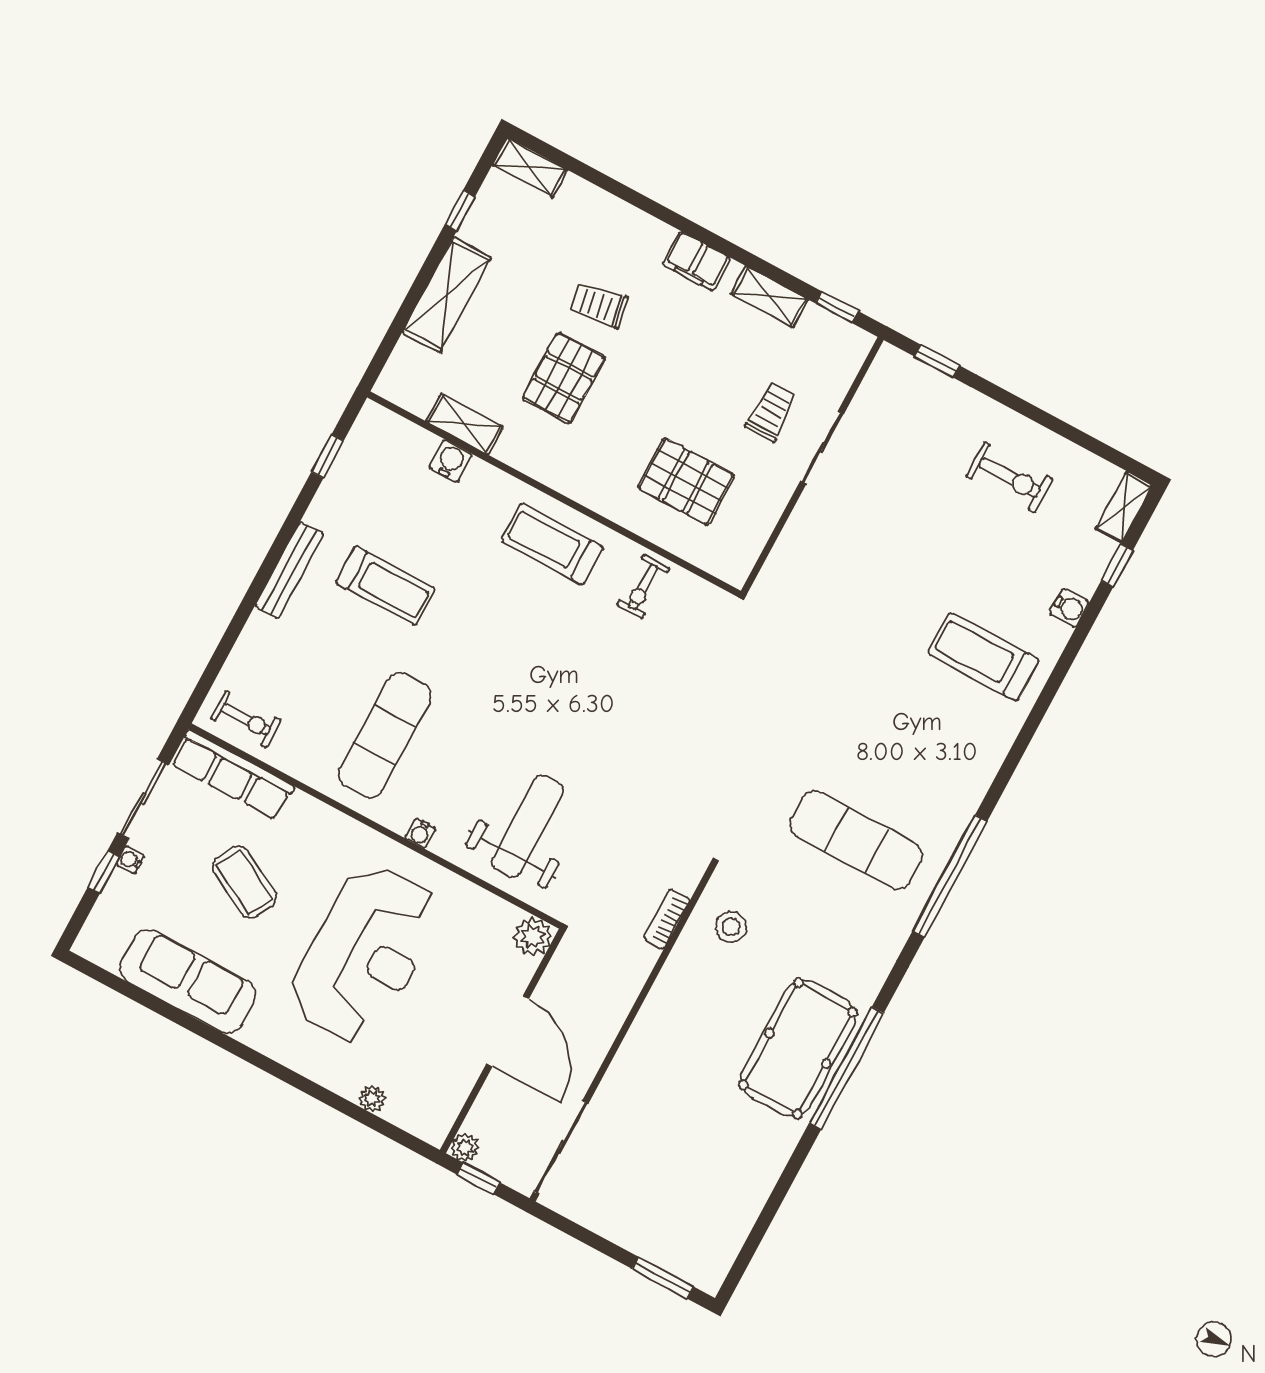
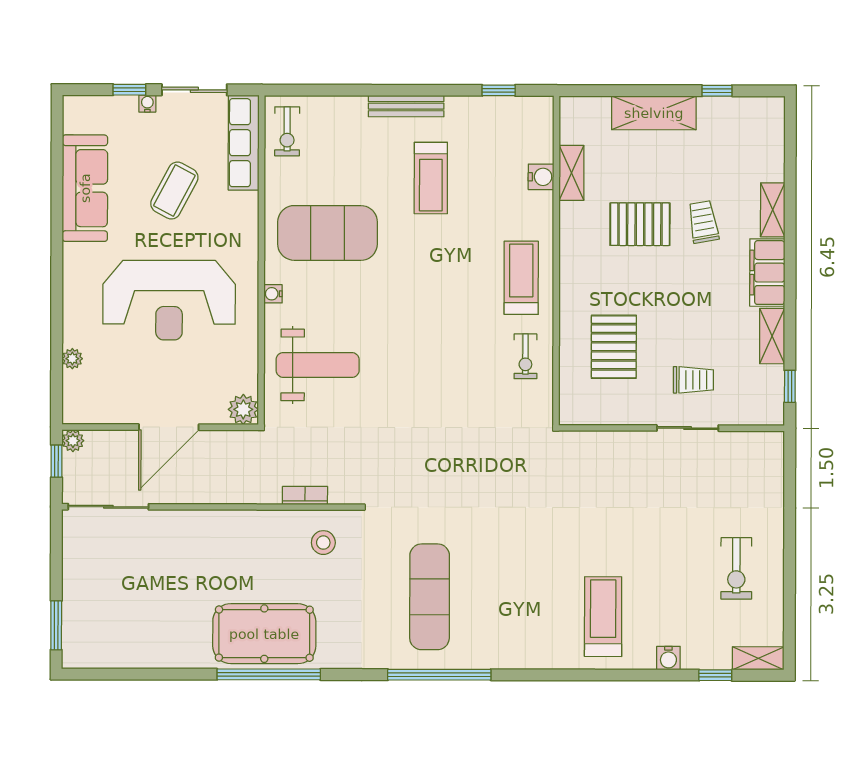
shelving: (530, 167) -> (773, 210), moved
filing cabinet: (697, 261) -> (767, 273), width x1.50, depth x1.17
window: (937, 361) -> (790, 475), removed
exercise bike: (643, 587) -> (525, 356), turned -90
exercise mat: (385, 735) -> (328, 233), width x1.47

